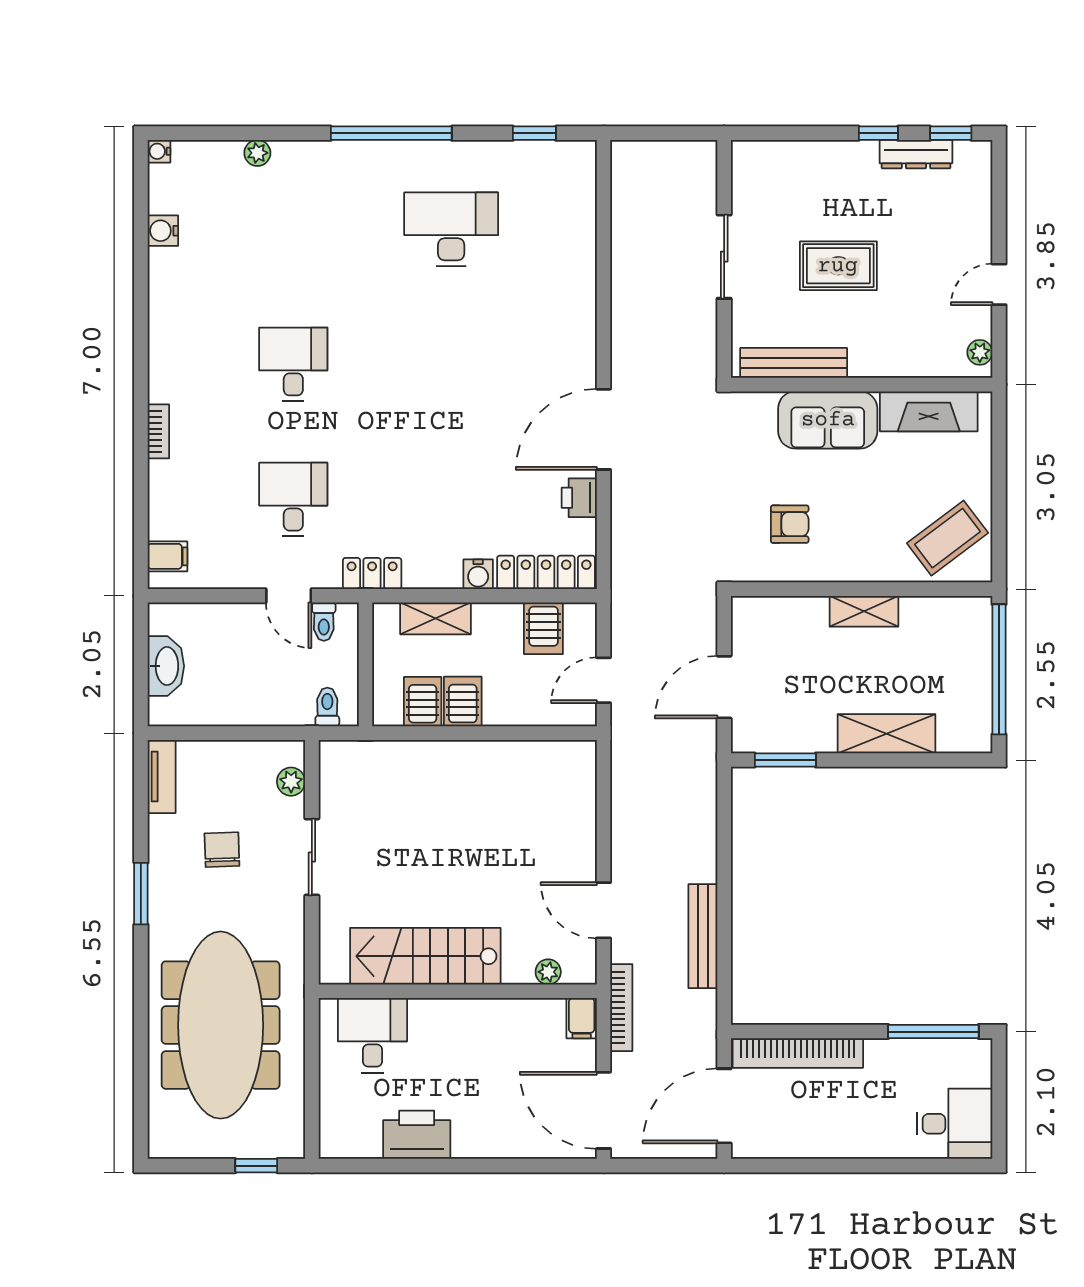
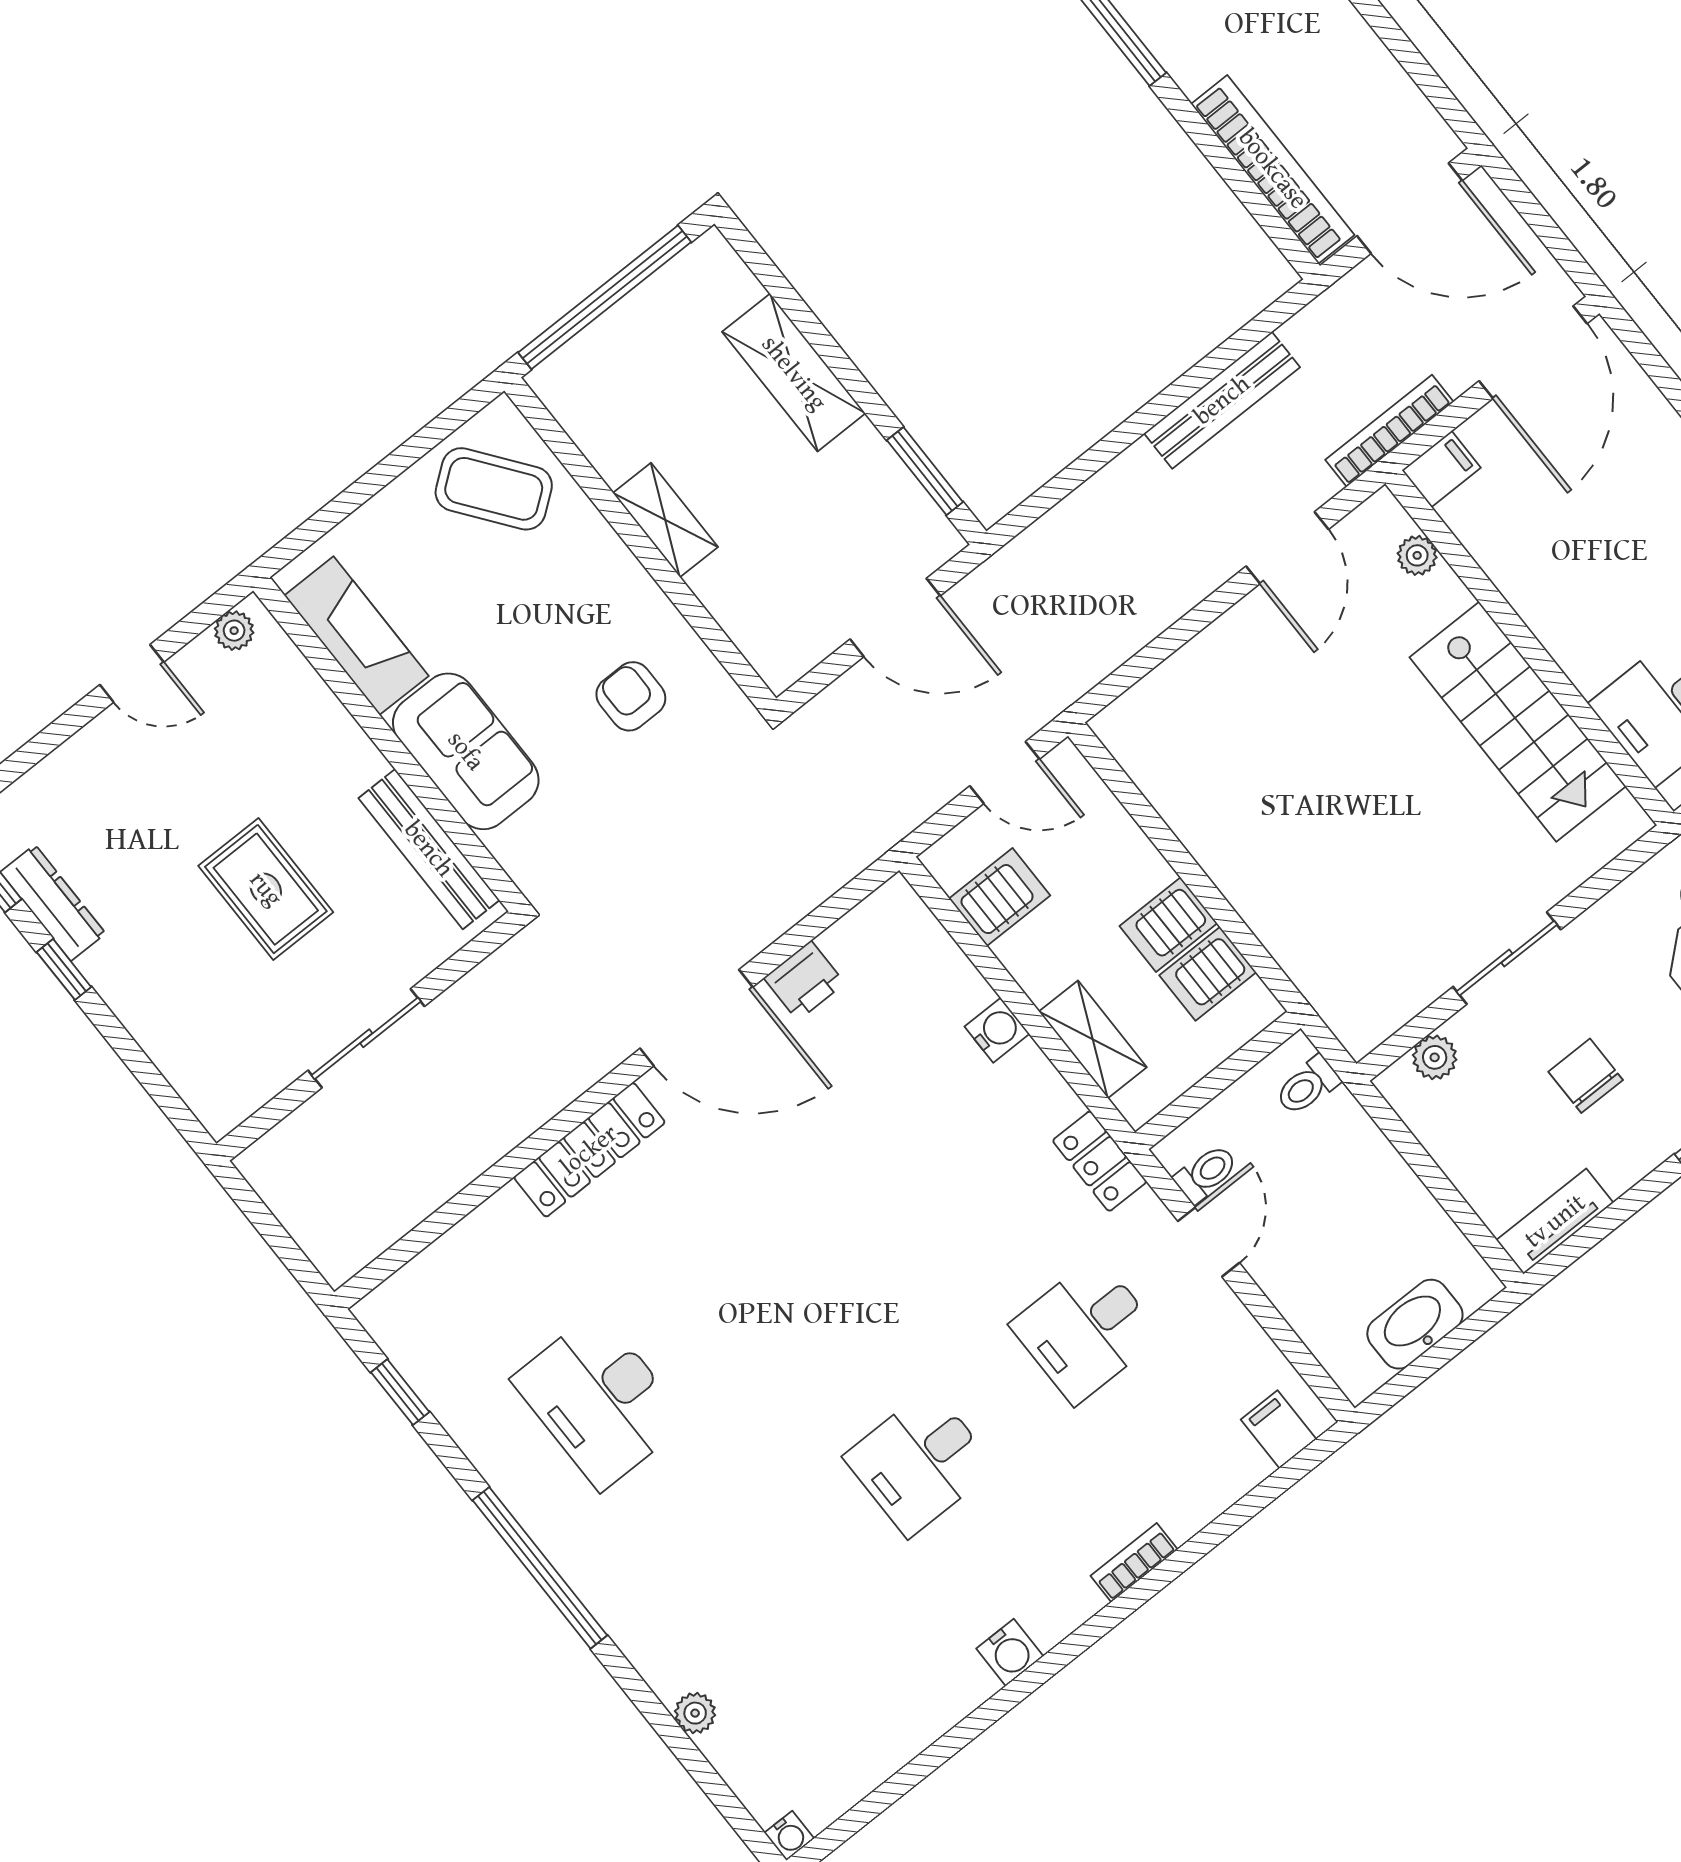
water cooler: (163, 231) -> (1010, 1652), moved
locker: (546, 572) -> (589, 1150), moved, turned -90
chair: (222, 850) -> (1586, 1076), turned 92

